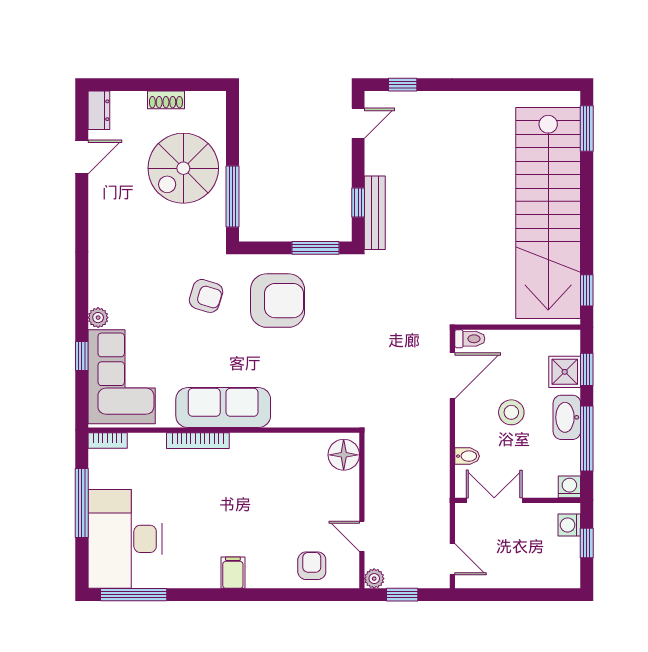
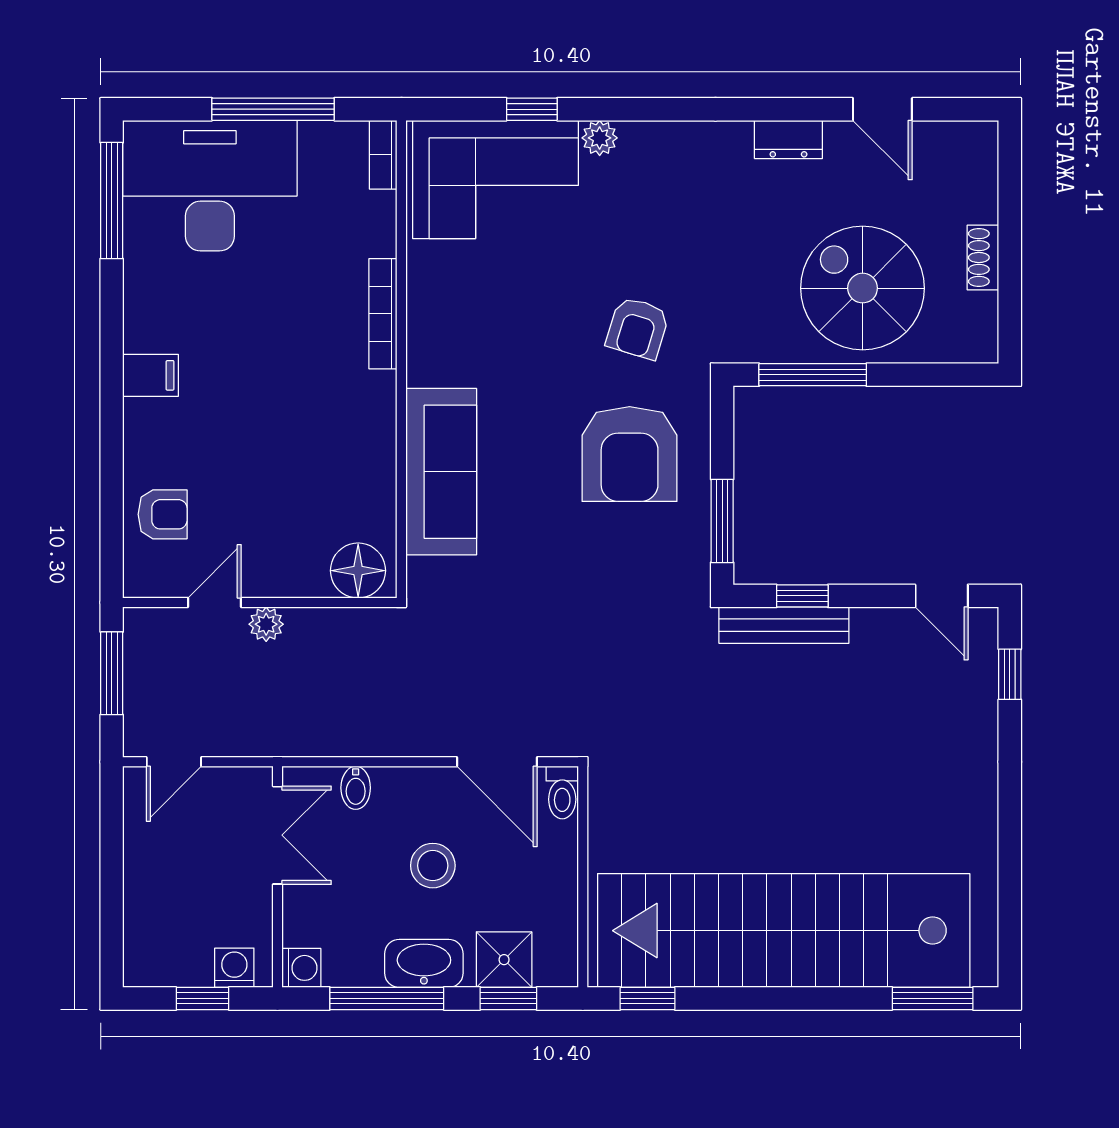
dresser: (99, 110) -> (788, 139), moved
sofa: (223, 408) -> (441, 472), moved
plant: (374, 579) -> (266, 624), moved
window: (402, 595) -> (112, 673), width x1.50

